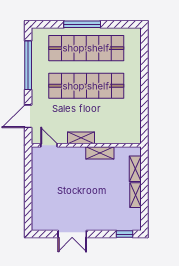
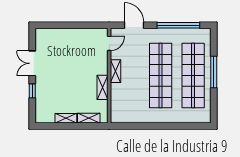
window: (125, 234) -> (32, 91), moved

